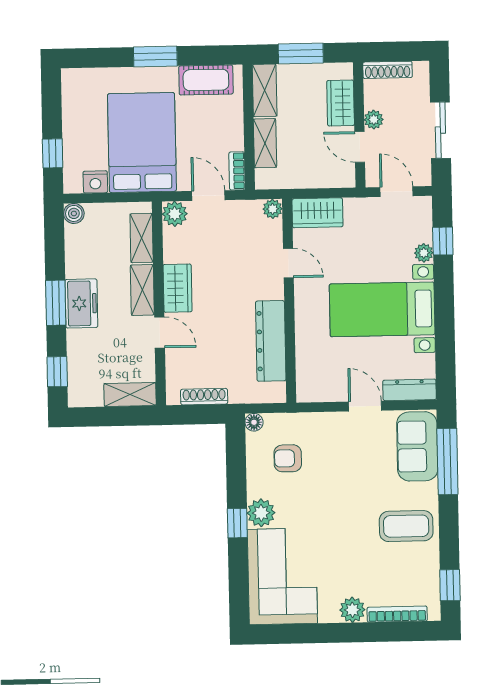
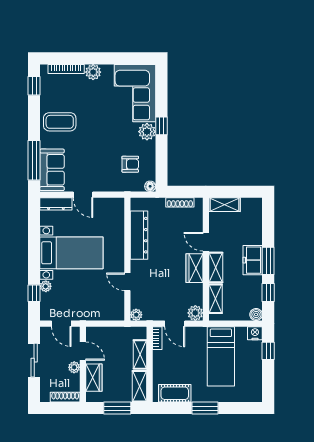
bed: (142, 143) -> (221, 356), width x0.67
nightstand: (95, 182) -> (255, 333), moved
wardrobe: (317, 213) -> (109, 312), removed
window: (57, 372) -> (268, 292), moved

